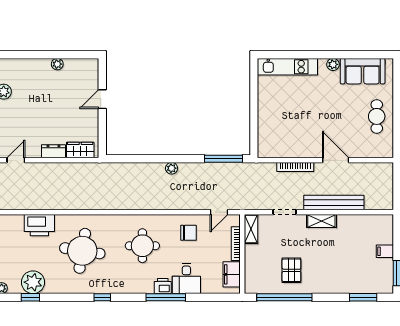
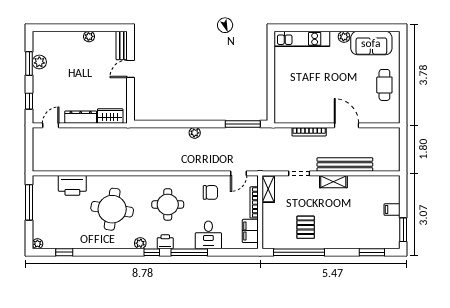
bench: (93, 74) -> (122, 46), added
dresser: (53, 151) -> (81, 117), width x1.44
plant: (33, 282) -> (140, 243), moved, width x0.53, depth x0.53
printer: (163, 286) -> (165, 242), moved
window: (102, 297) -> (152, 252), moved

